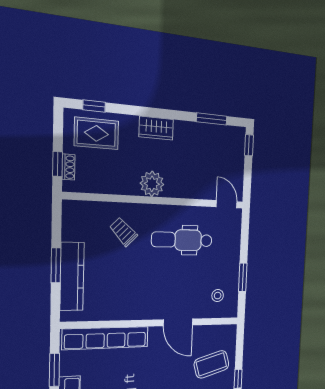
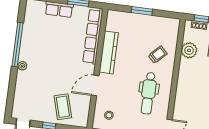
plant: (152, 184) -> (189, 50), moved
dental chair: (182, 240) -> (148, 93), turned 180
kitchen counter: (72, 276) -> (109, 52), moved, turned -90

